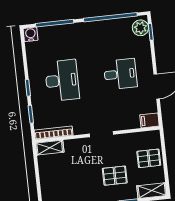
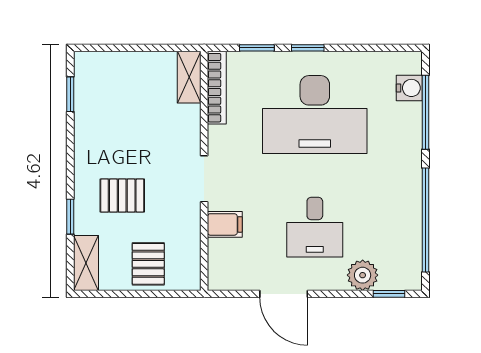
plant: (140, 28) -> (363, 275), moved
water cooler: (31, 34) -> (409, 88), moved
desk: (62, 80) -> (315, 115), width x1.36, depth x1.30
filing cabinet: (150, 120) -> (225, 224), moved, turned 90
pallet: (115, 176) -> (122, 196), turned 90

